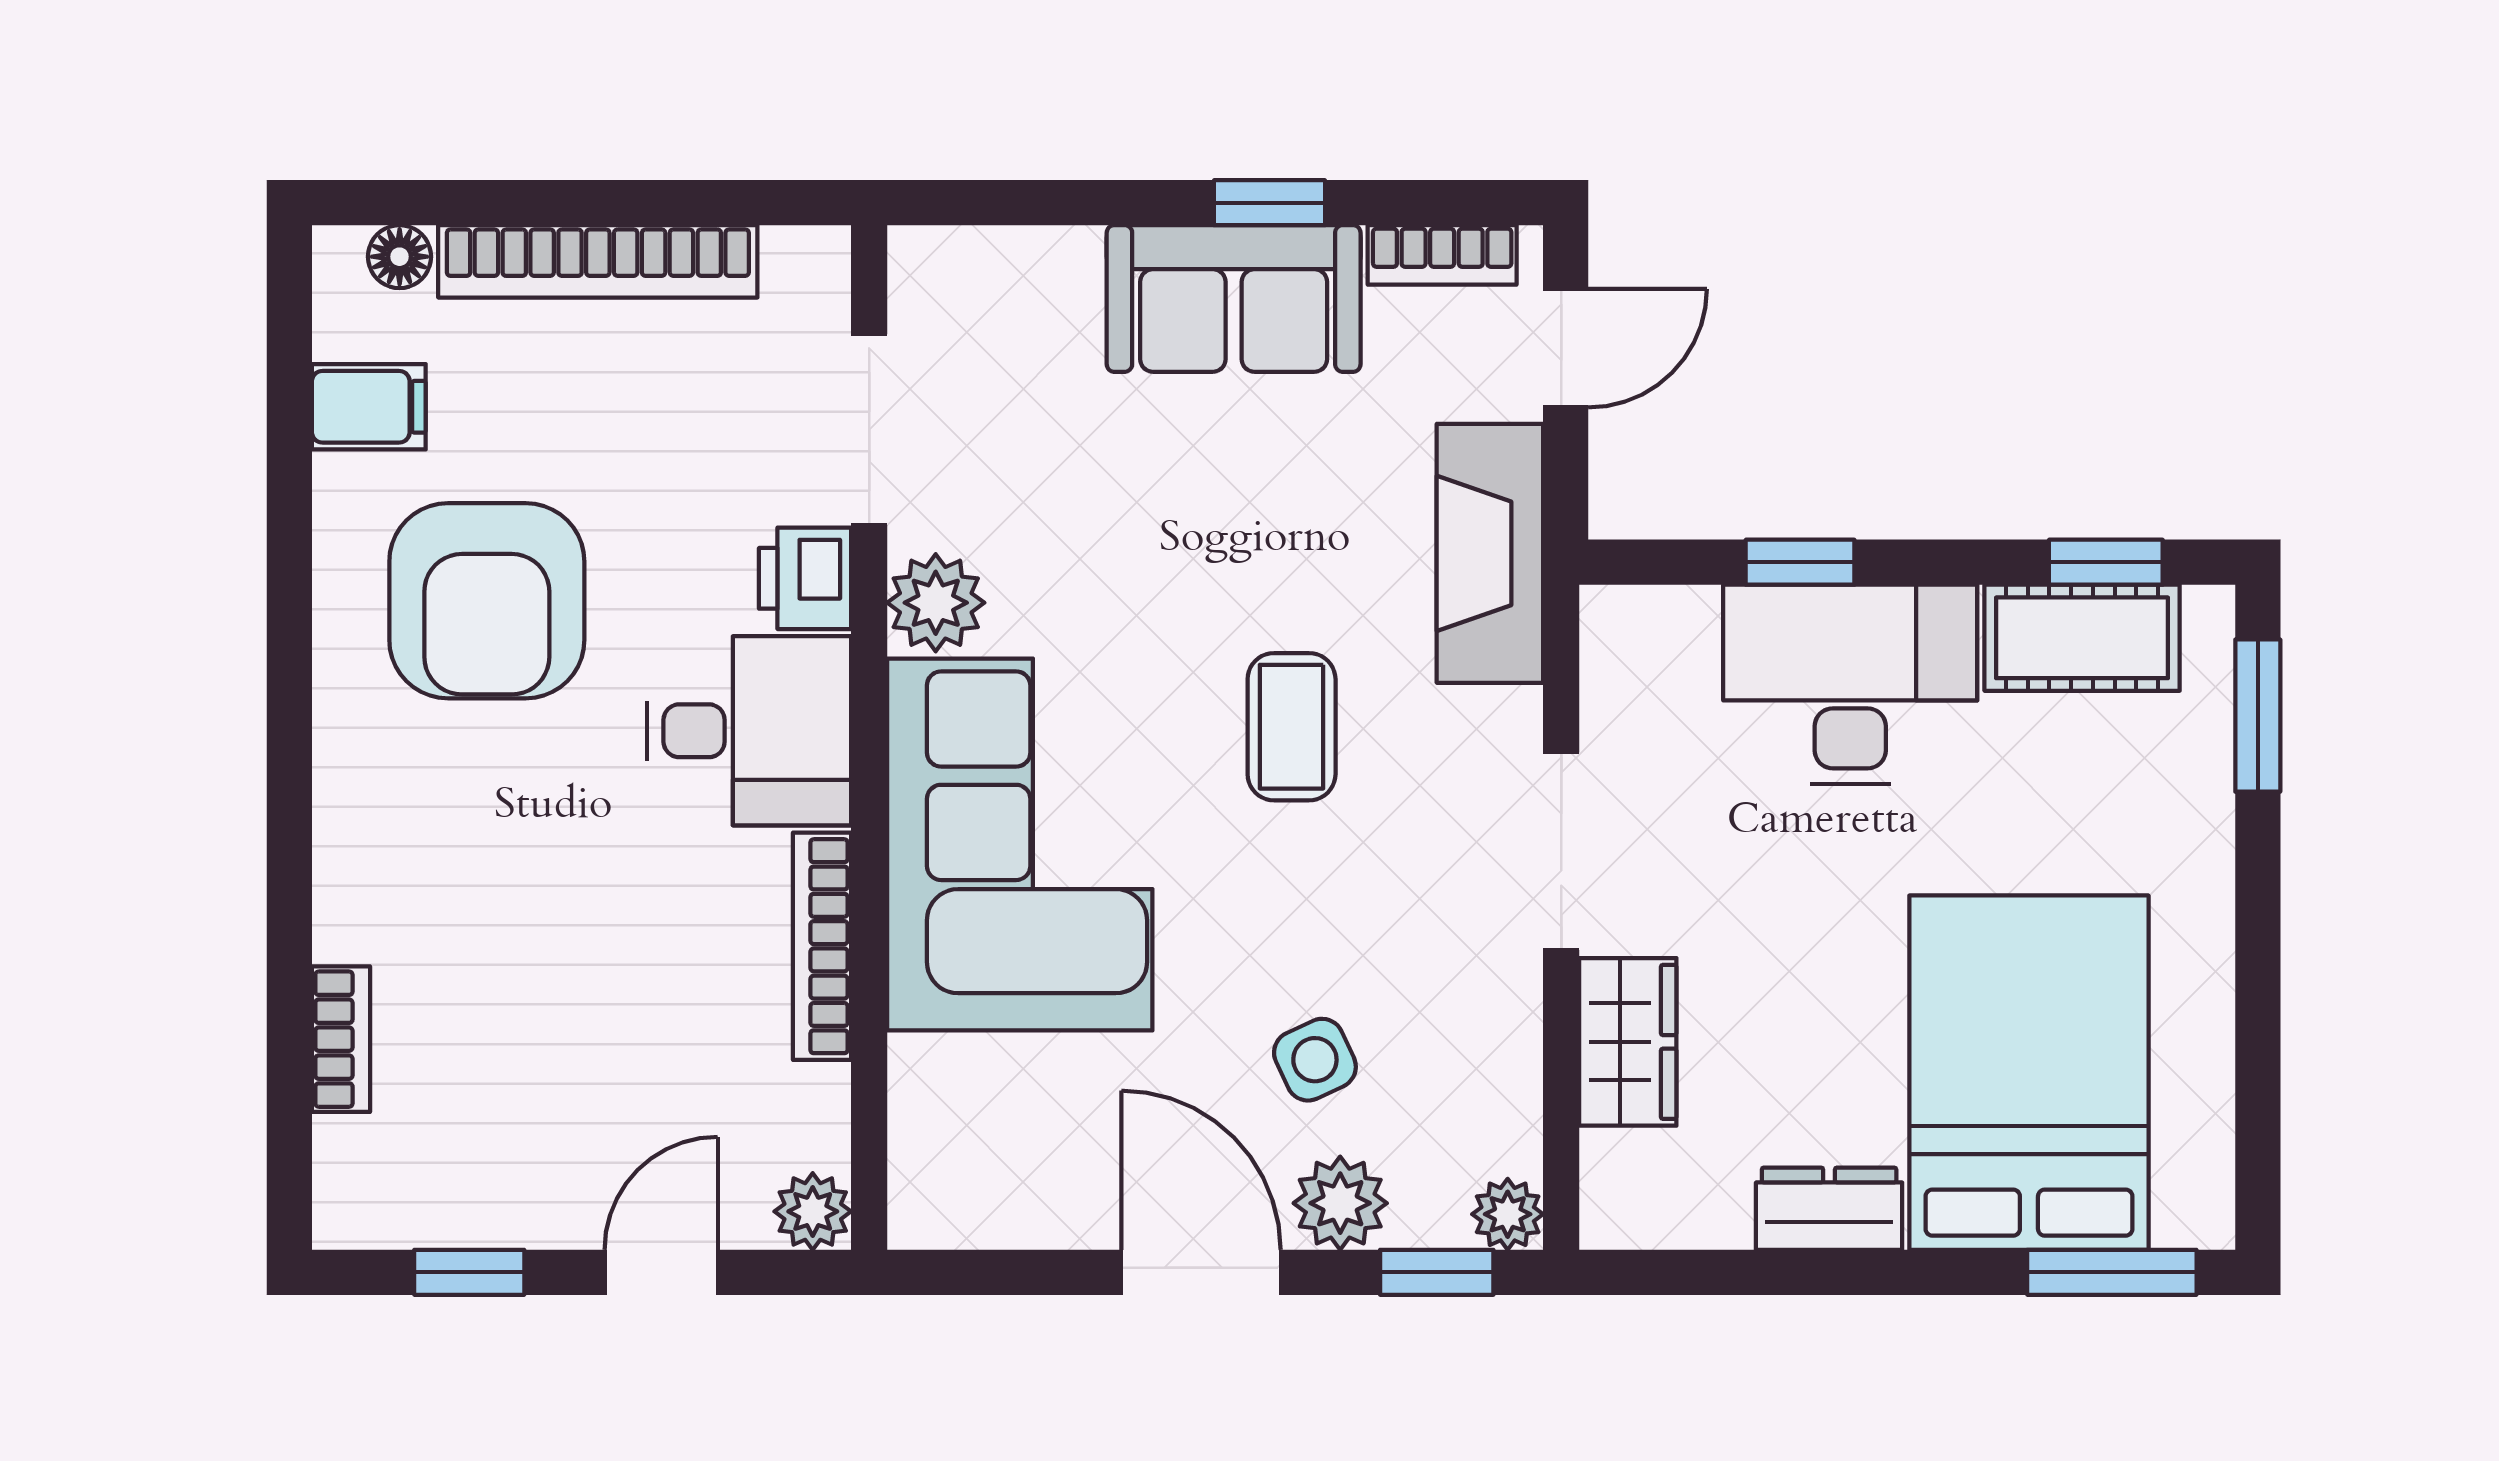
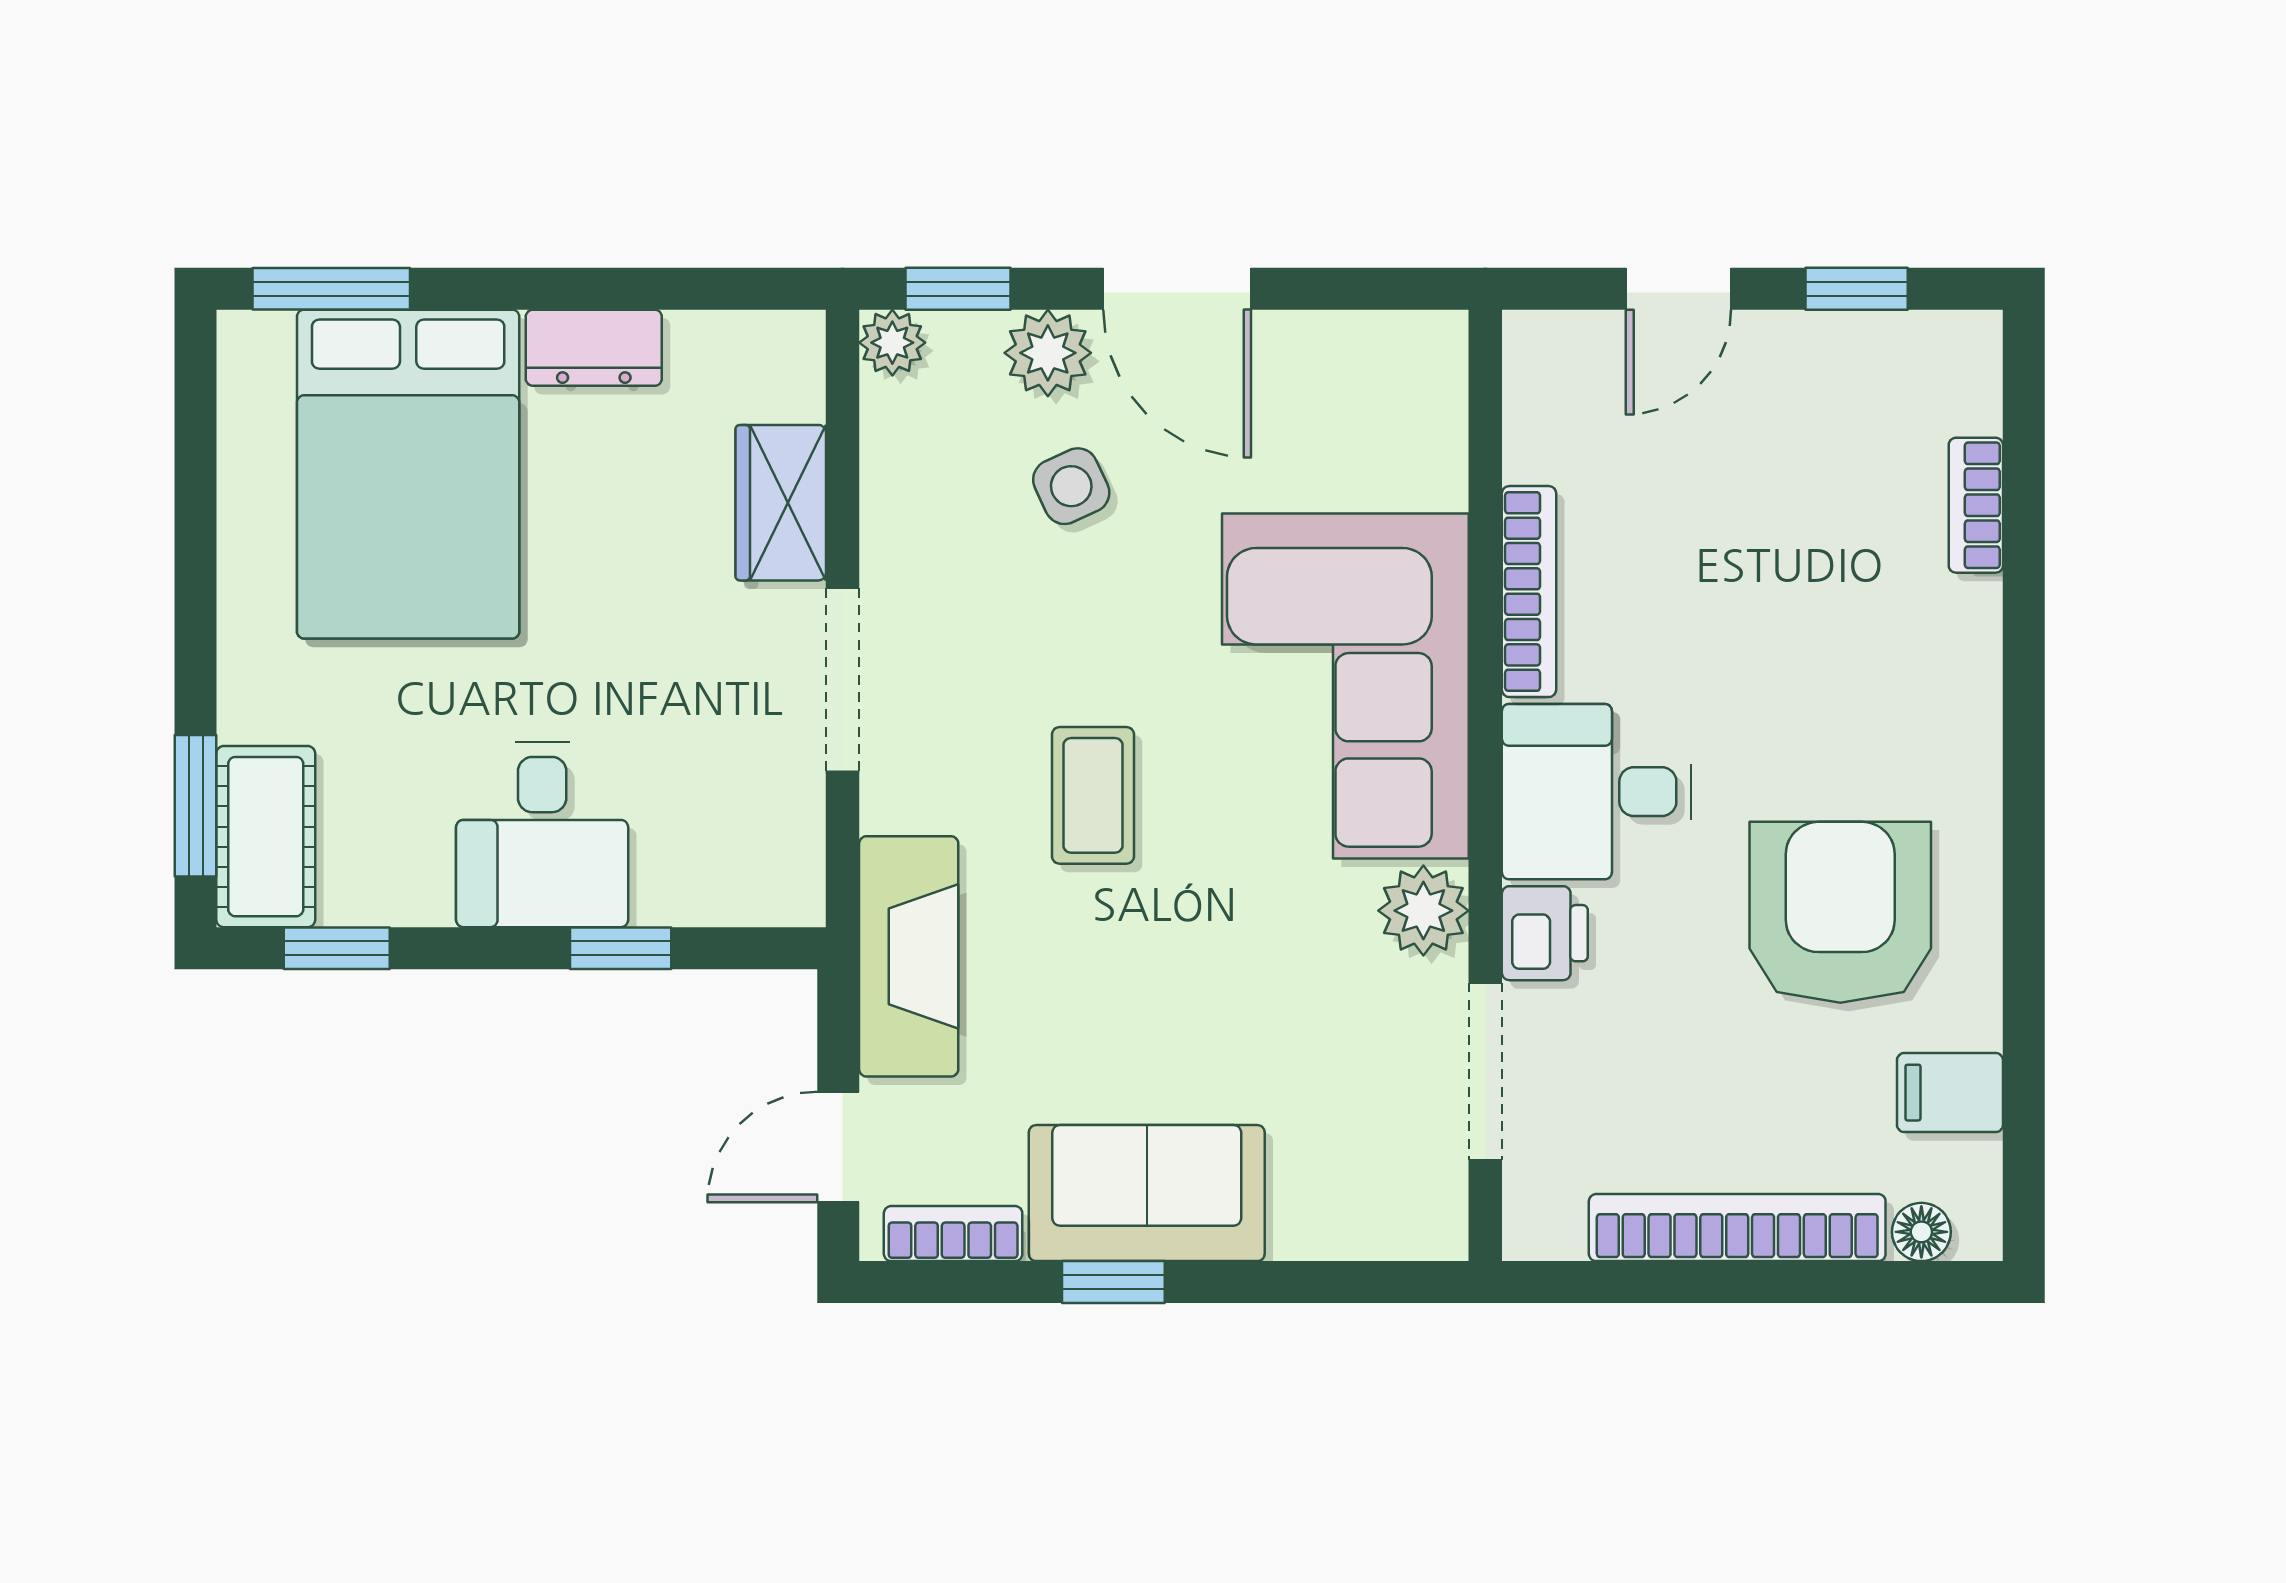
cot: (2082, 638) -> (266, 837), moved, turned 90
desk: (1850, 684) -> (542, 835), width x0.73
plant: (813, 1211) -> (1538, 345), removed

